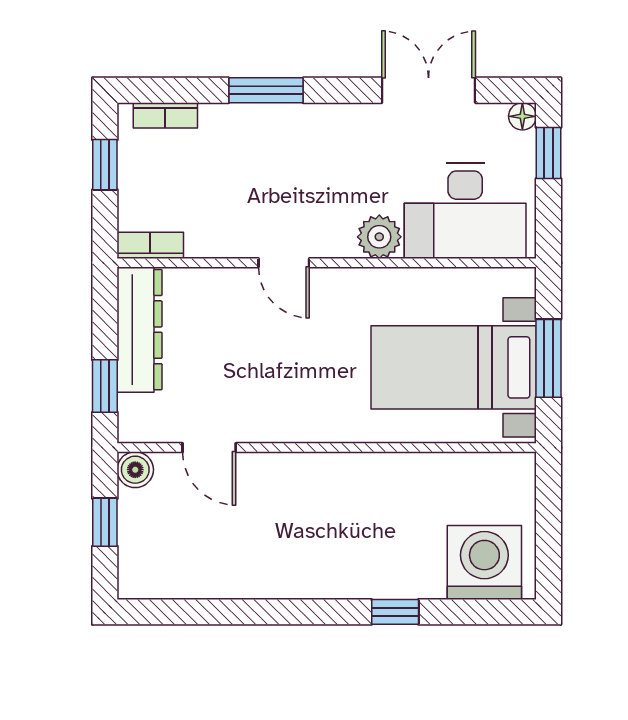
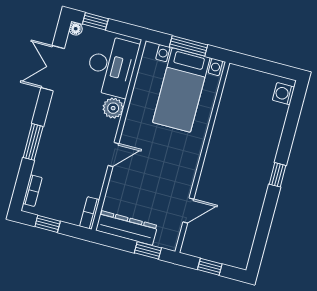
boiler: (135, 470) -> (190, 247), removed
washing machine: (484, 563) -> (283, 94), width x0.53, depth x0.53
window: (395, 612) -> (277, 175), moved

